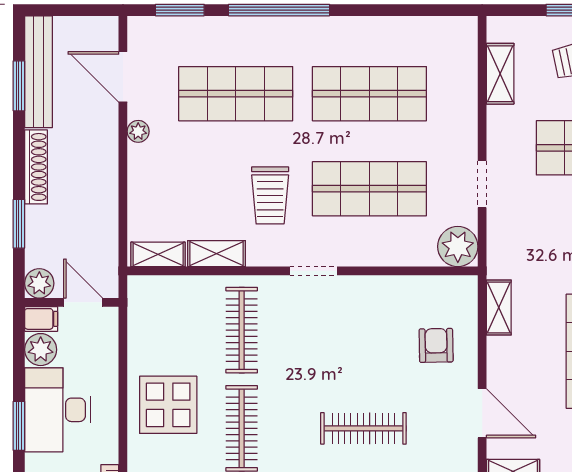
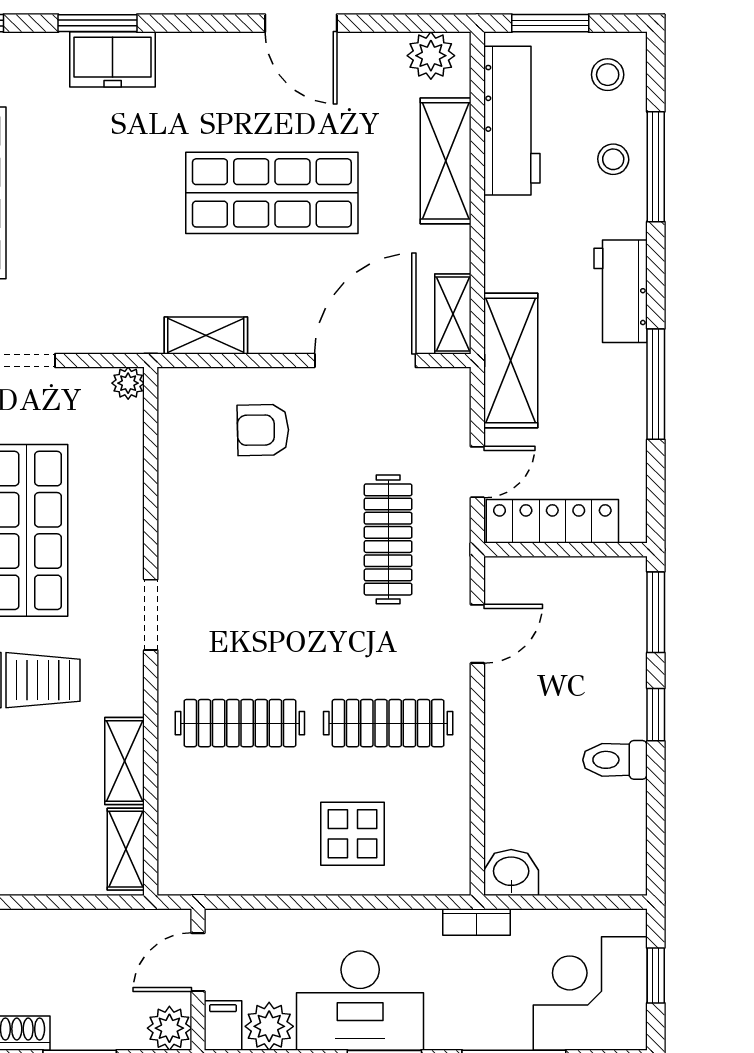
plant: (458, 247) -> (128, 383), width x0.53, depth x0.53
display table: (168, 405) -> (353, 834), width x0.73, depth x0.73
door: (482, 413) -> (365, 361), width x1.36

